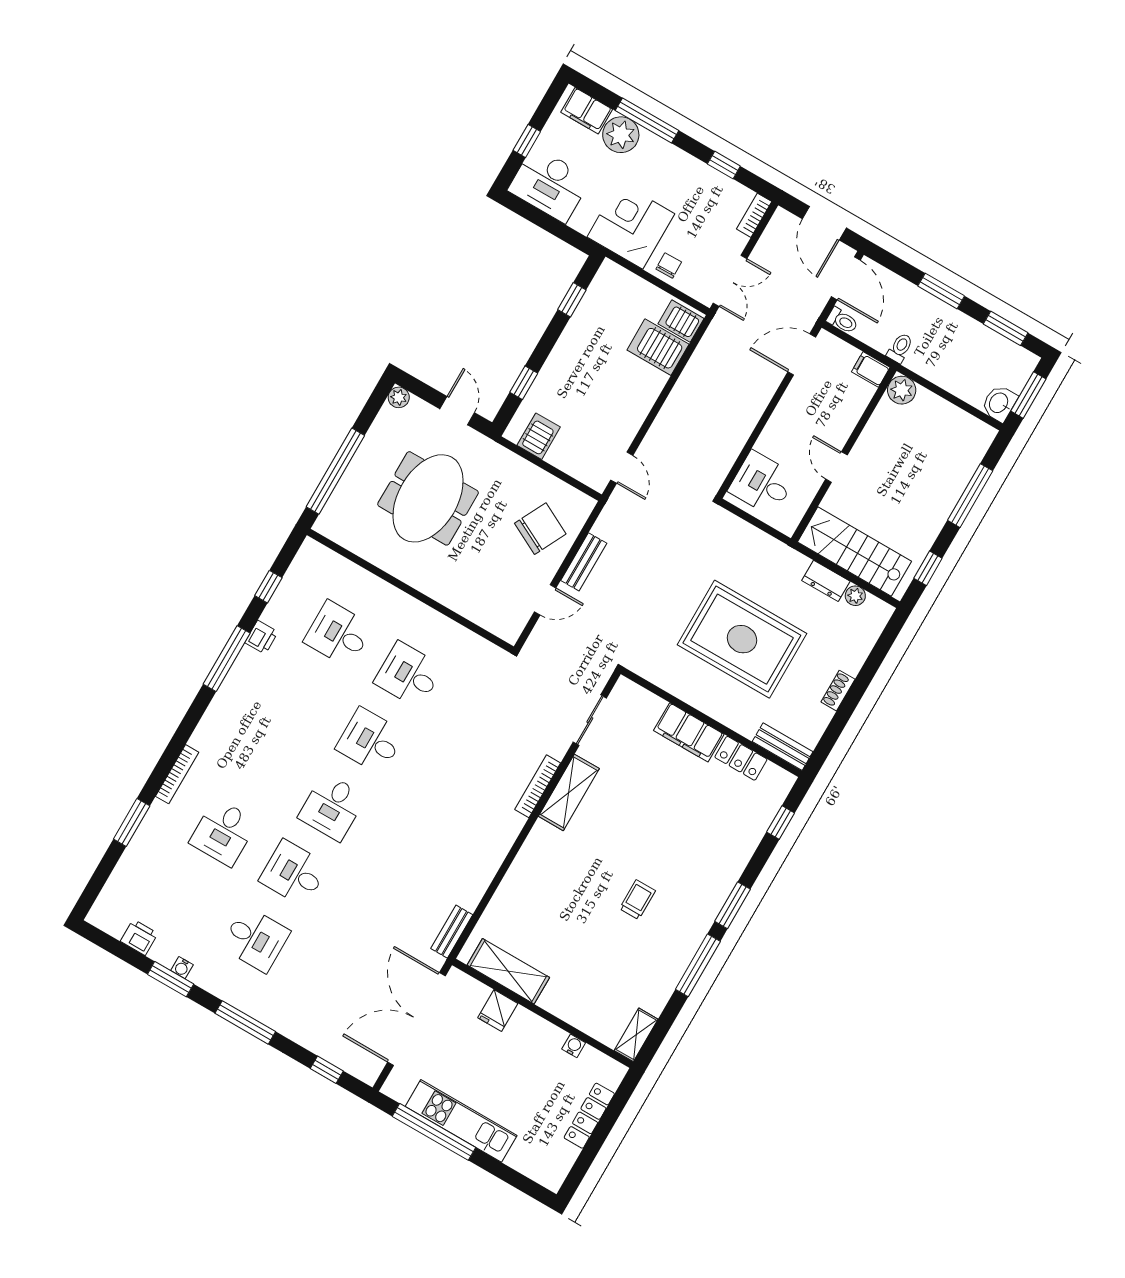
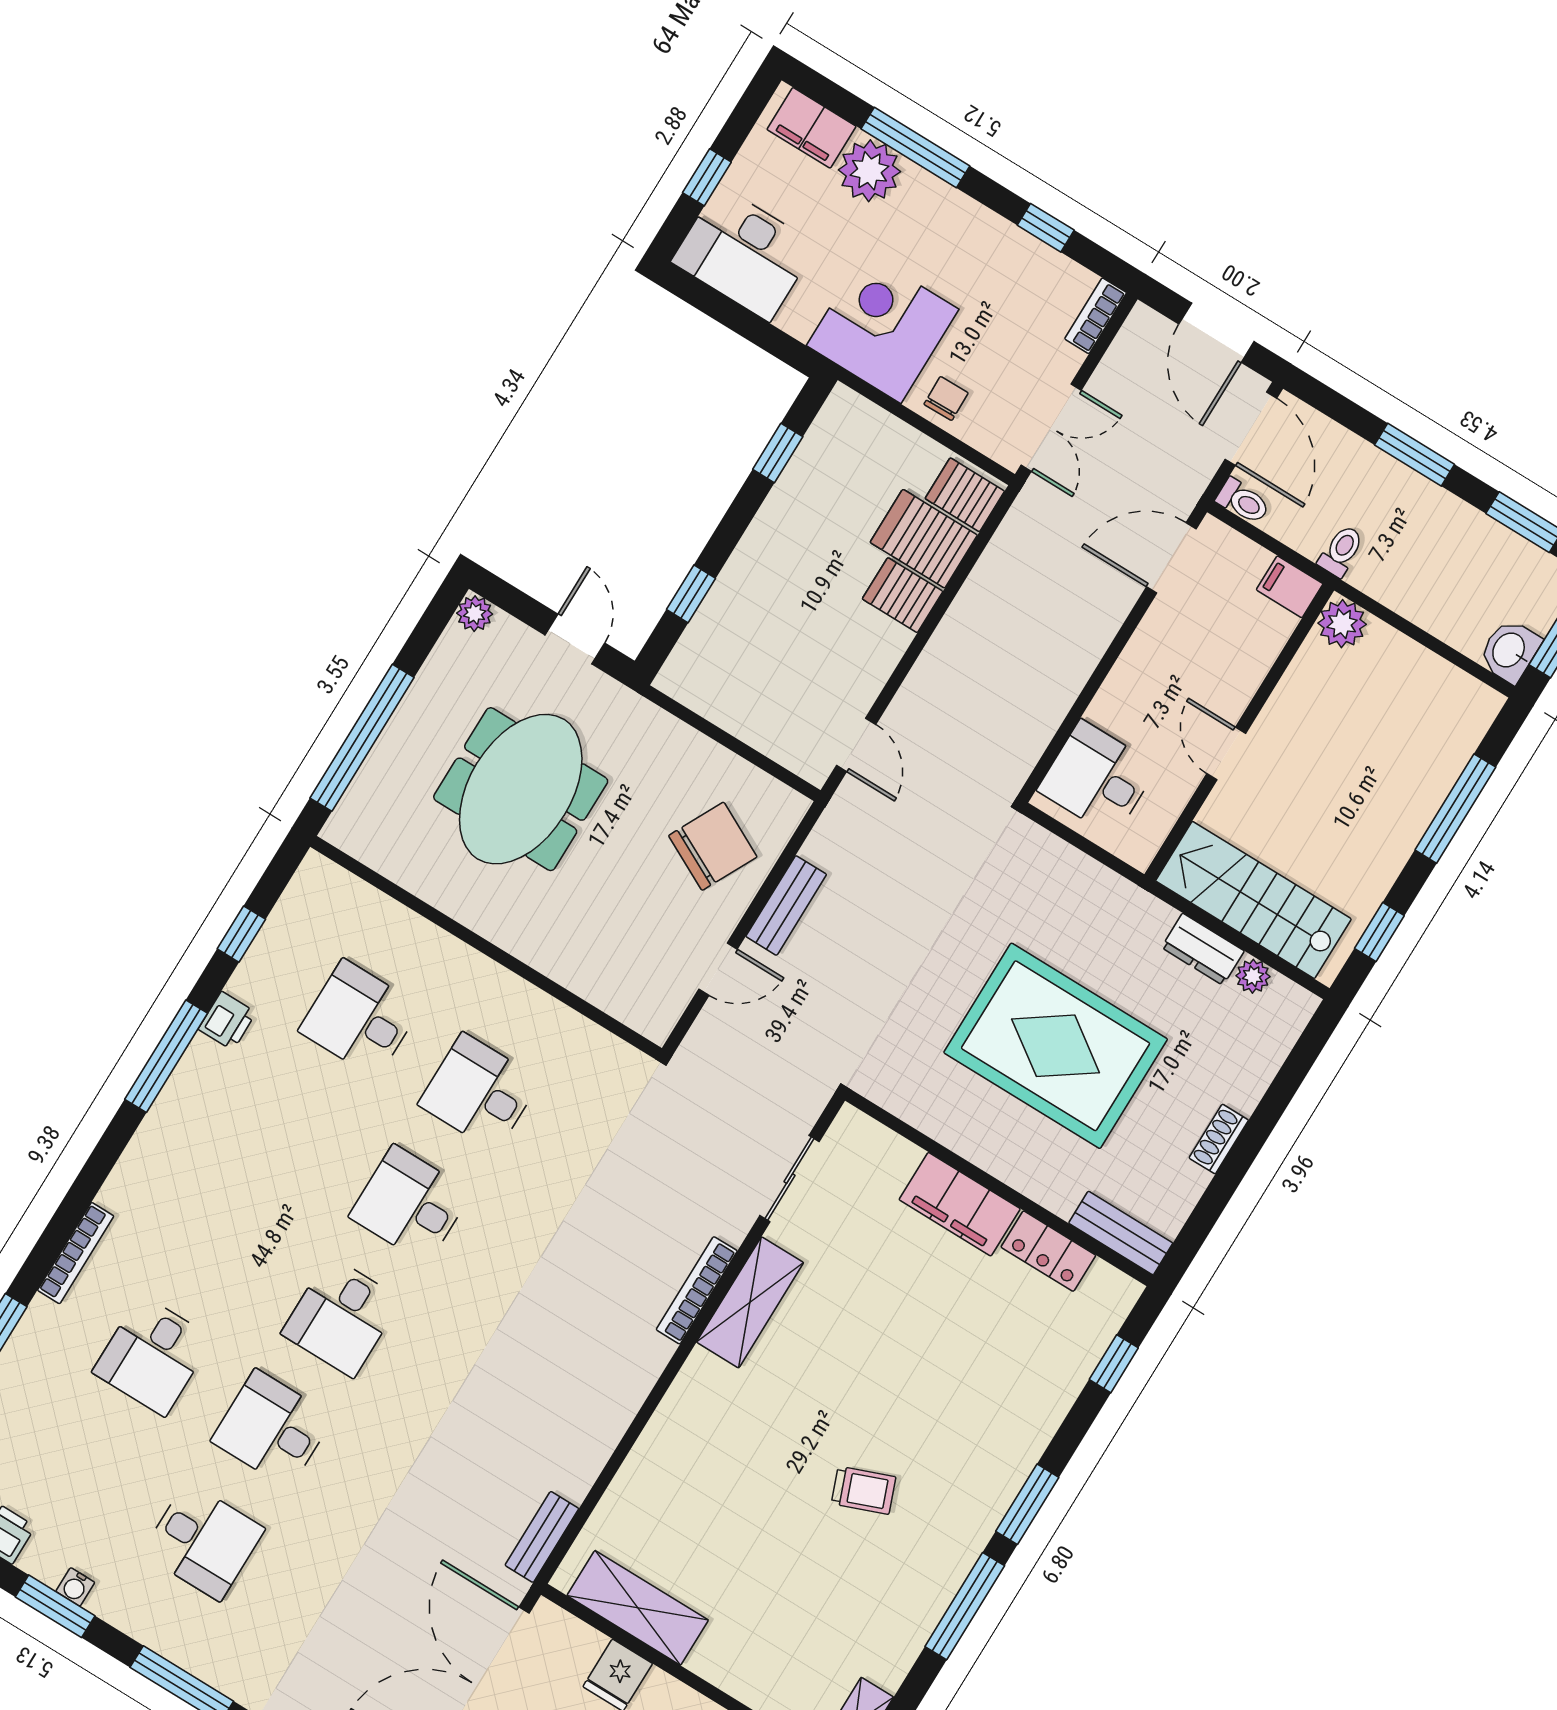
server rack: (539, 436) -> (903, 595), moved, turned -90
trolley: (637, 900) -> (863, 1490), turned 69

